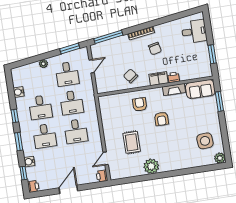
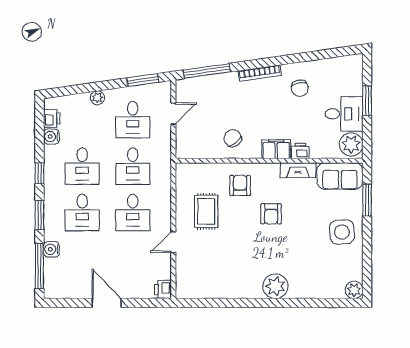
desk: (194, 31) -> (344, 114), moved
chair: (155, 49) -> (300, 88), moved
window: (212, 54) -> (367, 101), moved
plant: (204, 69) -> (351, 144), added
side table: (205, 141) -> (342, 232), moved
rug: (132, 142) -> (206, 211), moved
door: (106, 158) -> (173, 242), moved
plant: (151, 166) -> (275, 286), moved
window: (23, 173) -> (39, 266), width x2.17
printer: (33, 186) -> (52, 118), moved
door: (68, 189) -> (107, 303), hinge flipped

